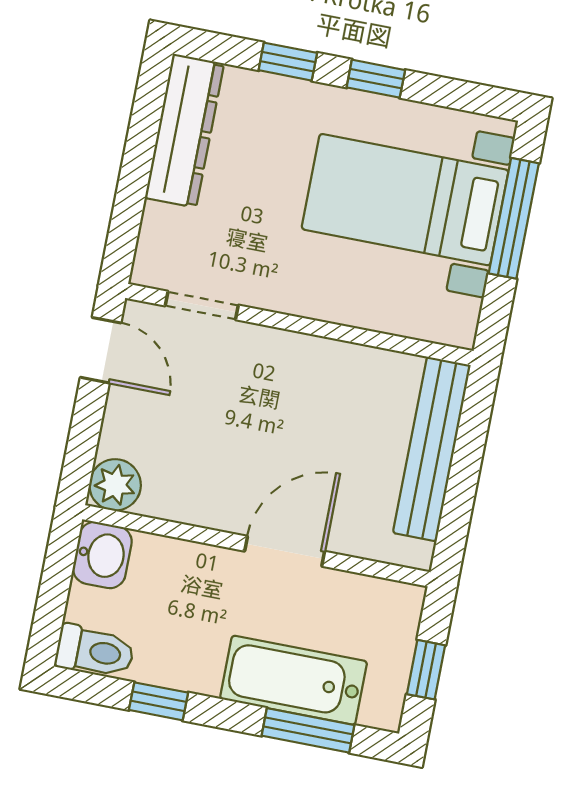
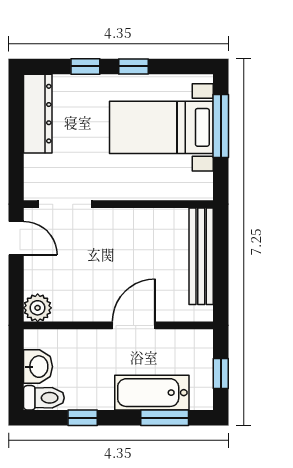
doorway: (202, 306) -> (65, 204), width x1.38
washbasin: (102, 555) -> (38, 367), moved

